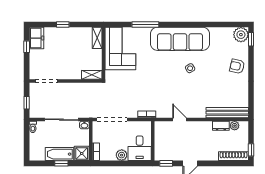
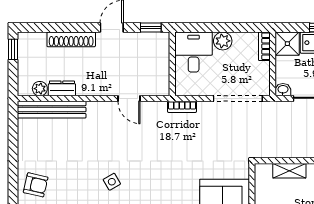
shelving: (92, 75) -> (289, 171), moved
shoe rack: (233, 156) -> (71, 39), moved

